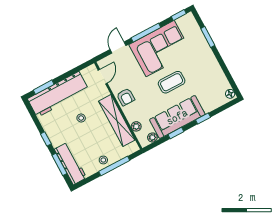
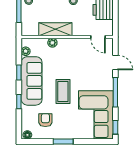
window: (208, 37) -> (63, 141), moved
corner sofa: (160, 49) -> (96, 115), moved
armchair: (126, 97) -> (45, 120), moved, turned 90
shelving: (117, 121) -> (55, 29), width x0.68
plant: (136, 126) -> (52, 43), moved

